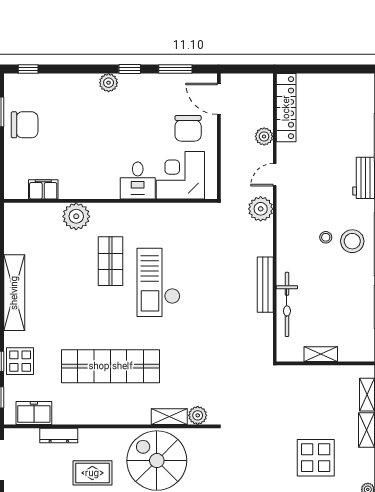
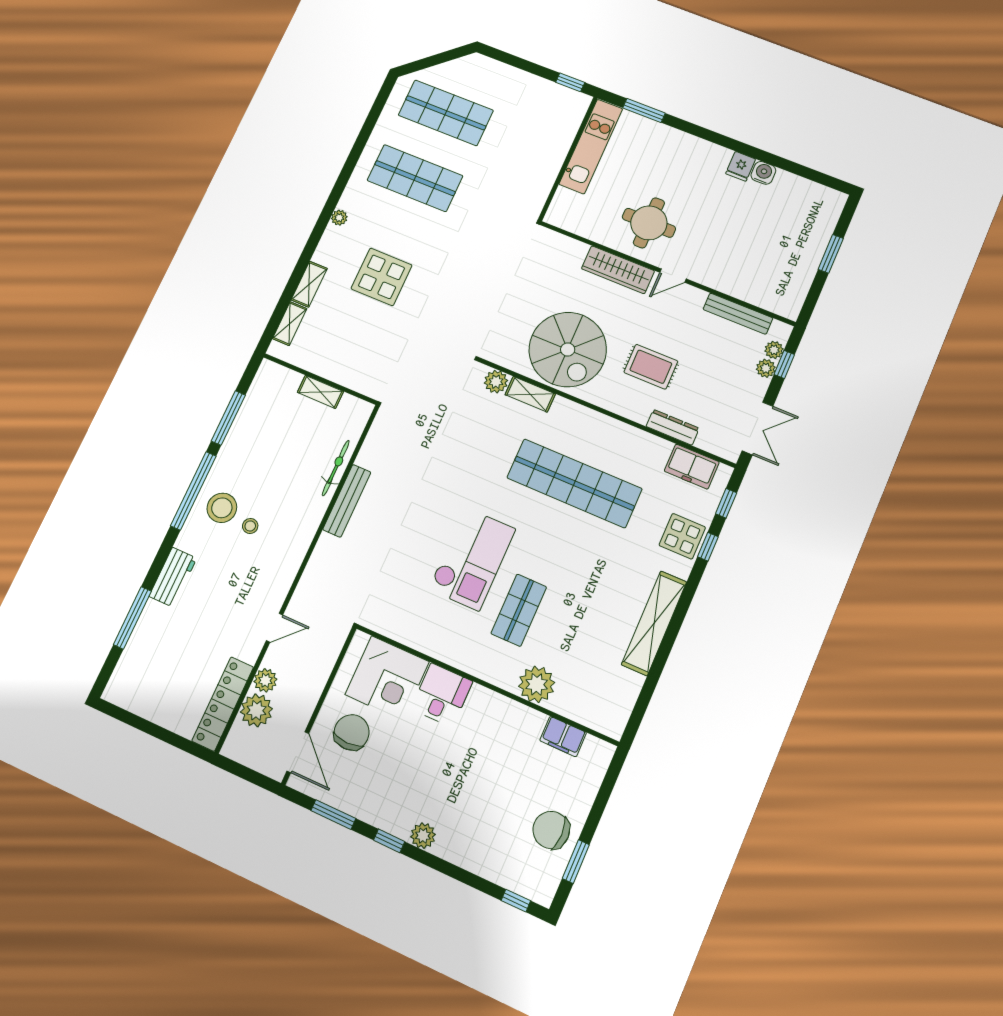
plant: (261, 209) -> (256, 710), moved
bicycle: (287, 304) -> (336, 468), width x0.73, depth x0.71

